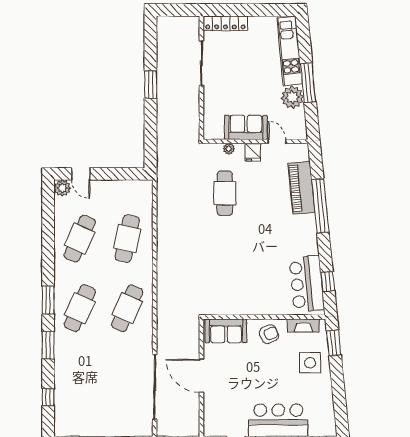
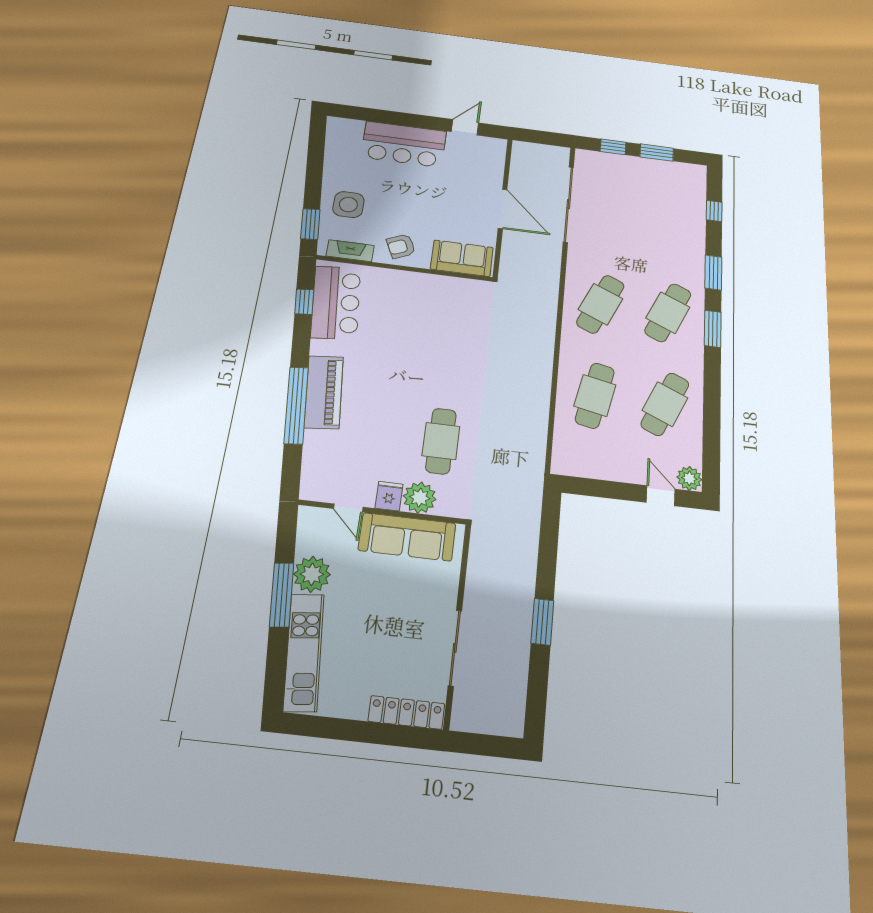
sofa: (246, 127) -> (407, 537), width x1.36
plant: (229, 149) -> (420, 498), width x1.88, depth x1.88
piano: (301, 188) -> (324, 392), moved

